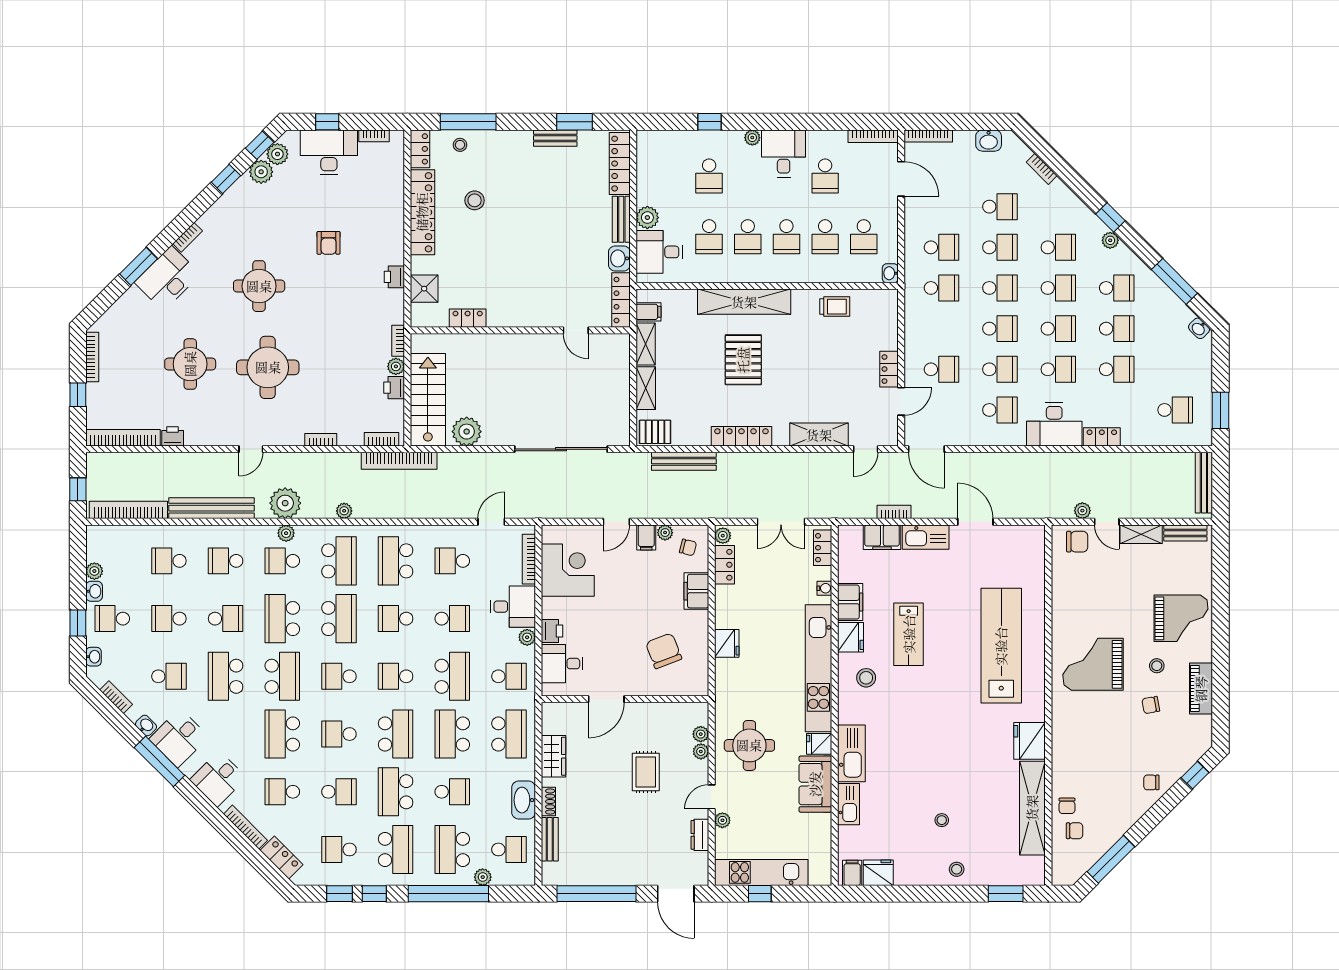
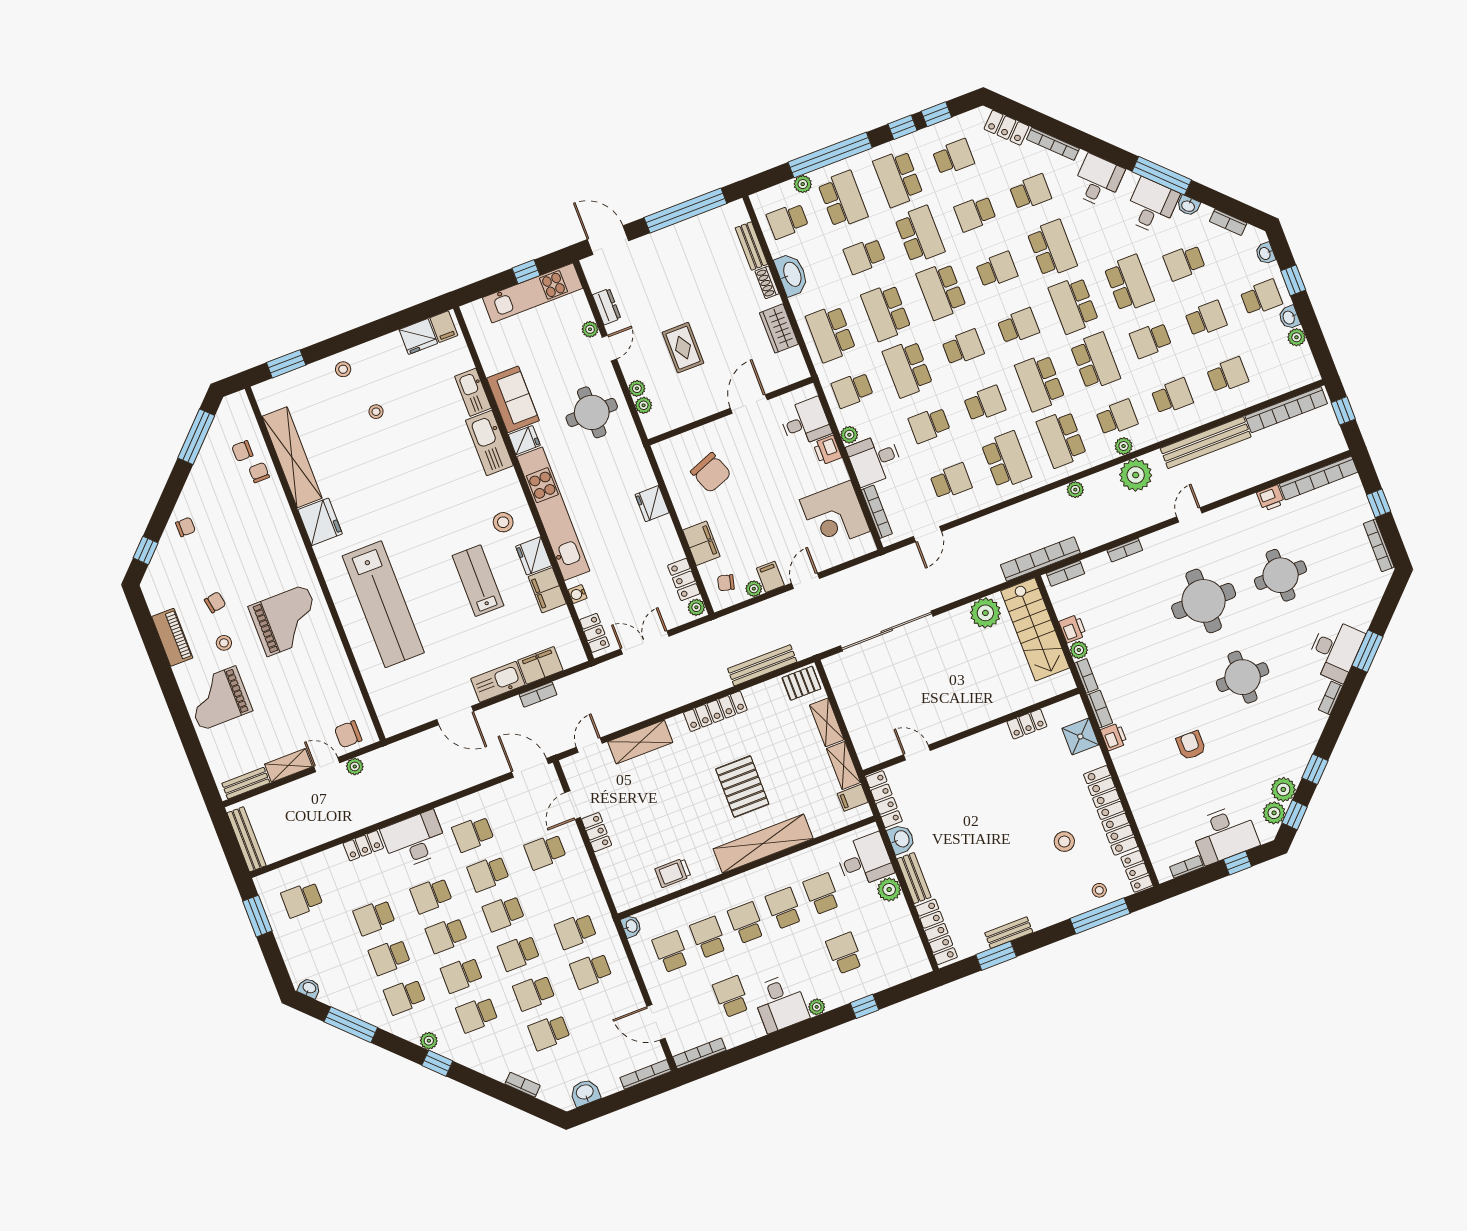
bookcase: (398, 306) -> (1100, 709), added
school desk: (452, 734) -> (886, 312), turned 180

